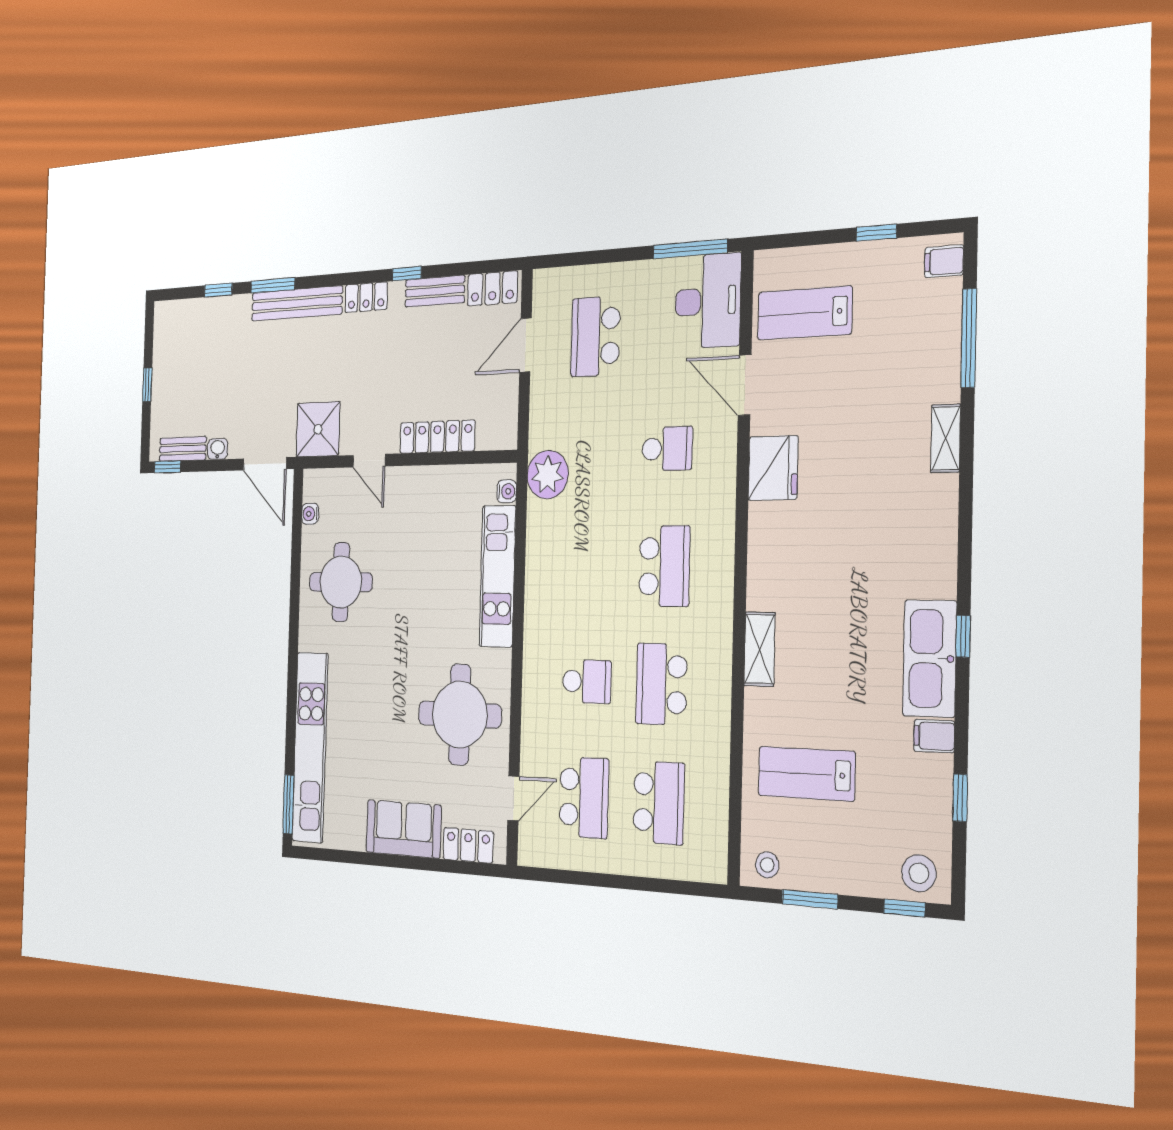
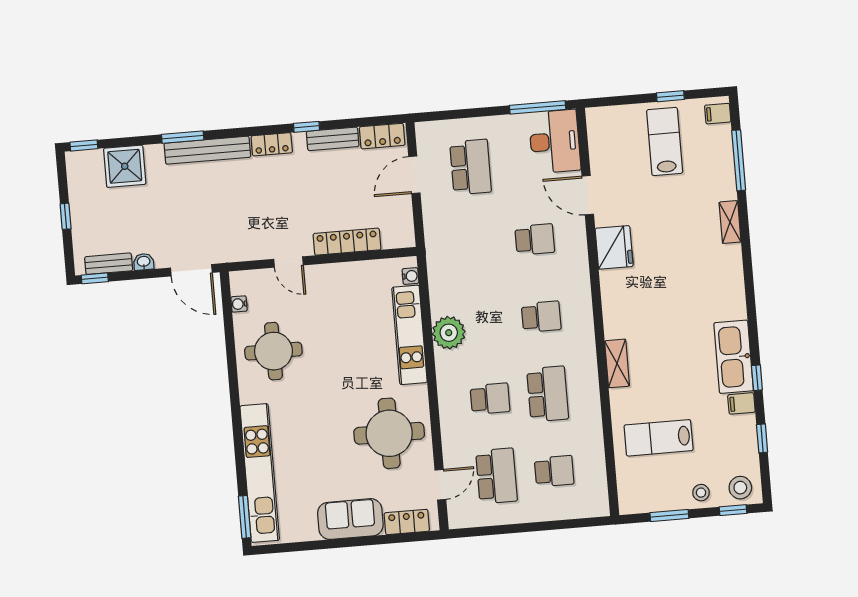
window: (218, 290) -> (84, 145), moved
lab bench: (805, 313) -> (665, 141), moved, turned 90
school desk: (595, 336) -> (471, 167), turned 180
shower: (318, 429) -> (125, 166), moved
plant: (548, 475) -> (449, 333), moved
school desk: (664, 566) -> (541, 317), width x0.54
window: (963, 636) -> (757, 378), moved
school desk: (661, 684) -> (548, 394), turned 180
school desk: (659, 803) -> (554, 471), width x0.54
stool: (767, 865) -> (701, 493), moved

